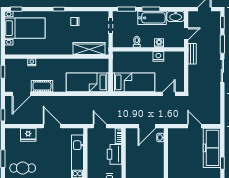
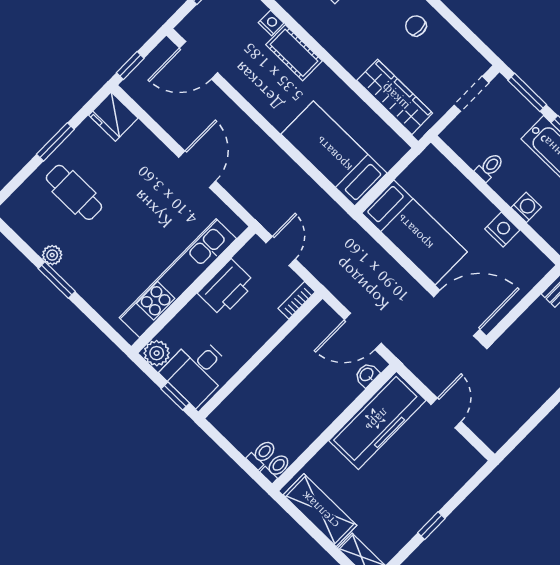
cot: (42, 86) -> (294, 53), moved
door: (169, 94) -> (457, 313), width x1.88
fridge: (28, 135) -> (113, 117), moved
freezer: (212, 148) -> (377, 420), moved, turned 180
printer: (115, 154) -> (226, 288), moved, turned 180

